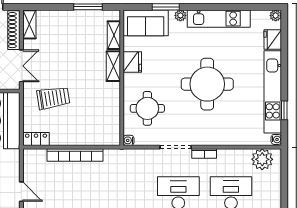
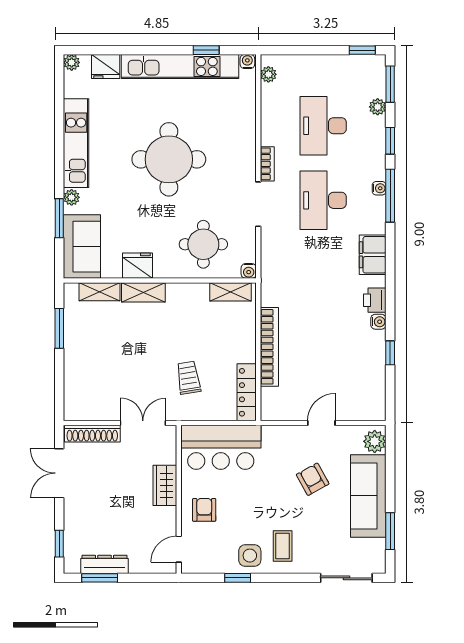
shelving: (29, 24) -> (230, 292), moved
trolley: (53, 98) -> (188, 378), width x0.73, depth x0.72
locker: (36, 139) -> (247, 392), width x1.53
plant: (262, 159) -> (268, 74), width x0.53, depth x0.53

